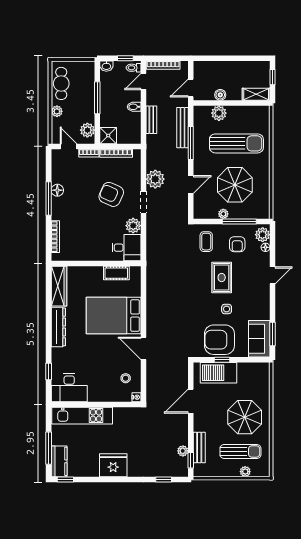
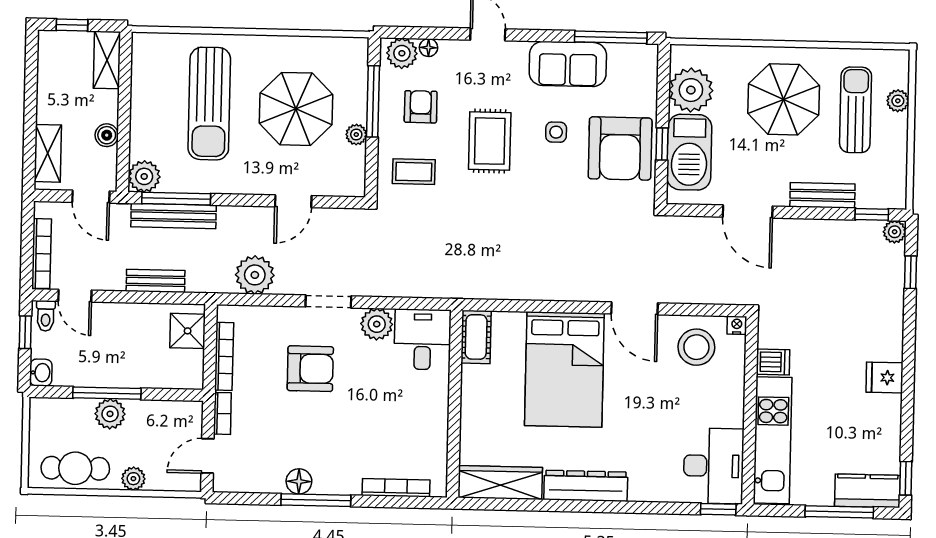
shelving: (211, 67) -> (48, 153), added
bidet: (134, 107) -> (128, 316), removed
plant: (219, 113) -> (144, 176), moved
plant: (87, 130) -> (110, 414), moved
shower: (108, 136) -> (188, 331), moved
window: (191, 143) -> (176, 199), moved
sun lounger: (236, 143) -> (209, 104), turned 180
plant: (155, 179) -> (255, 275), moved
door: (191, 184) -> (293, 201), swing flipped
armchair: (111, 194) -> (310, 369), turned -114
armchair: (237, 244) -> (421, 107), turned -90
cot: (116, 273) -> (476, 337), moved
rug: (222, 277) -> (490, 141), turned 90
window: (272, 334) -> (611, 37), width x1.44
sofa: (259, 339) -> (568, 64), moved
door: (143, 348) -> (635, 308), hinge flipped
window: (49, 371) -> (718, 509), moved
plant: (248, 373) -> (691, 90), added
stool: (126, 378) -> (696, 347), width x1.89, depth x1.89
dishwasher: (119, 415) -> (773, 362), added
bench: (199, 448) -> (822, 195), moved
plant: (183, 451) -> (895, 232), moved
fridge: (113, 465) -> (884, 378), width x0.53, depth x0.75

